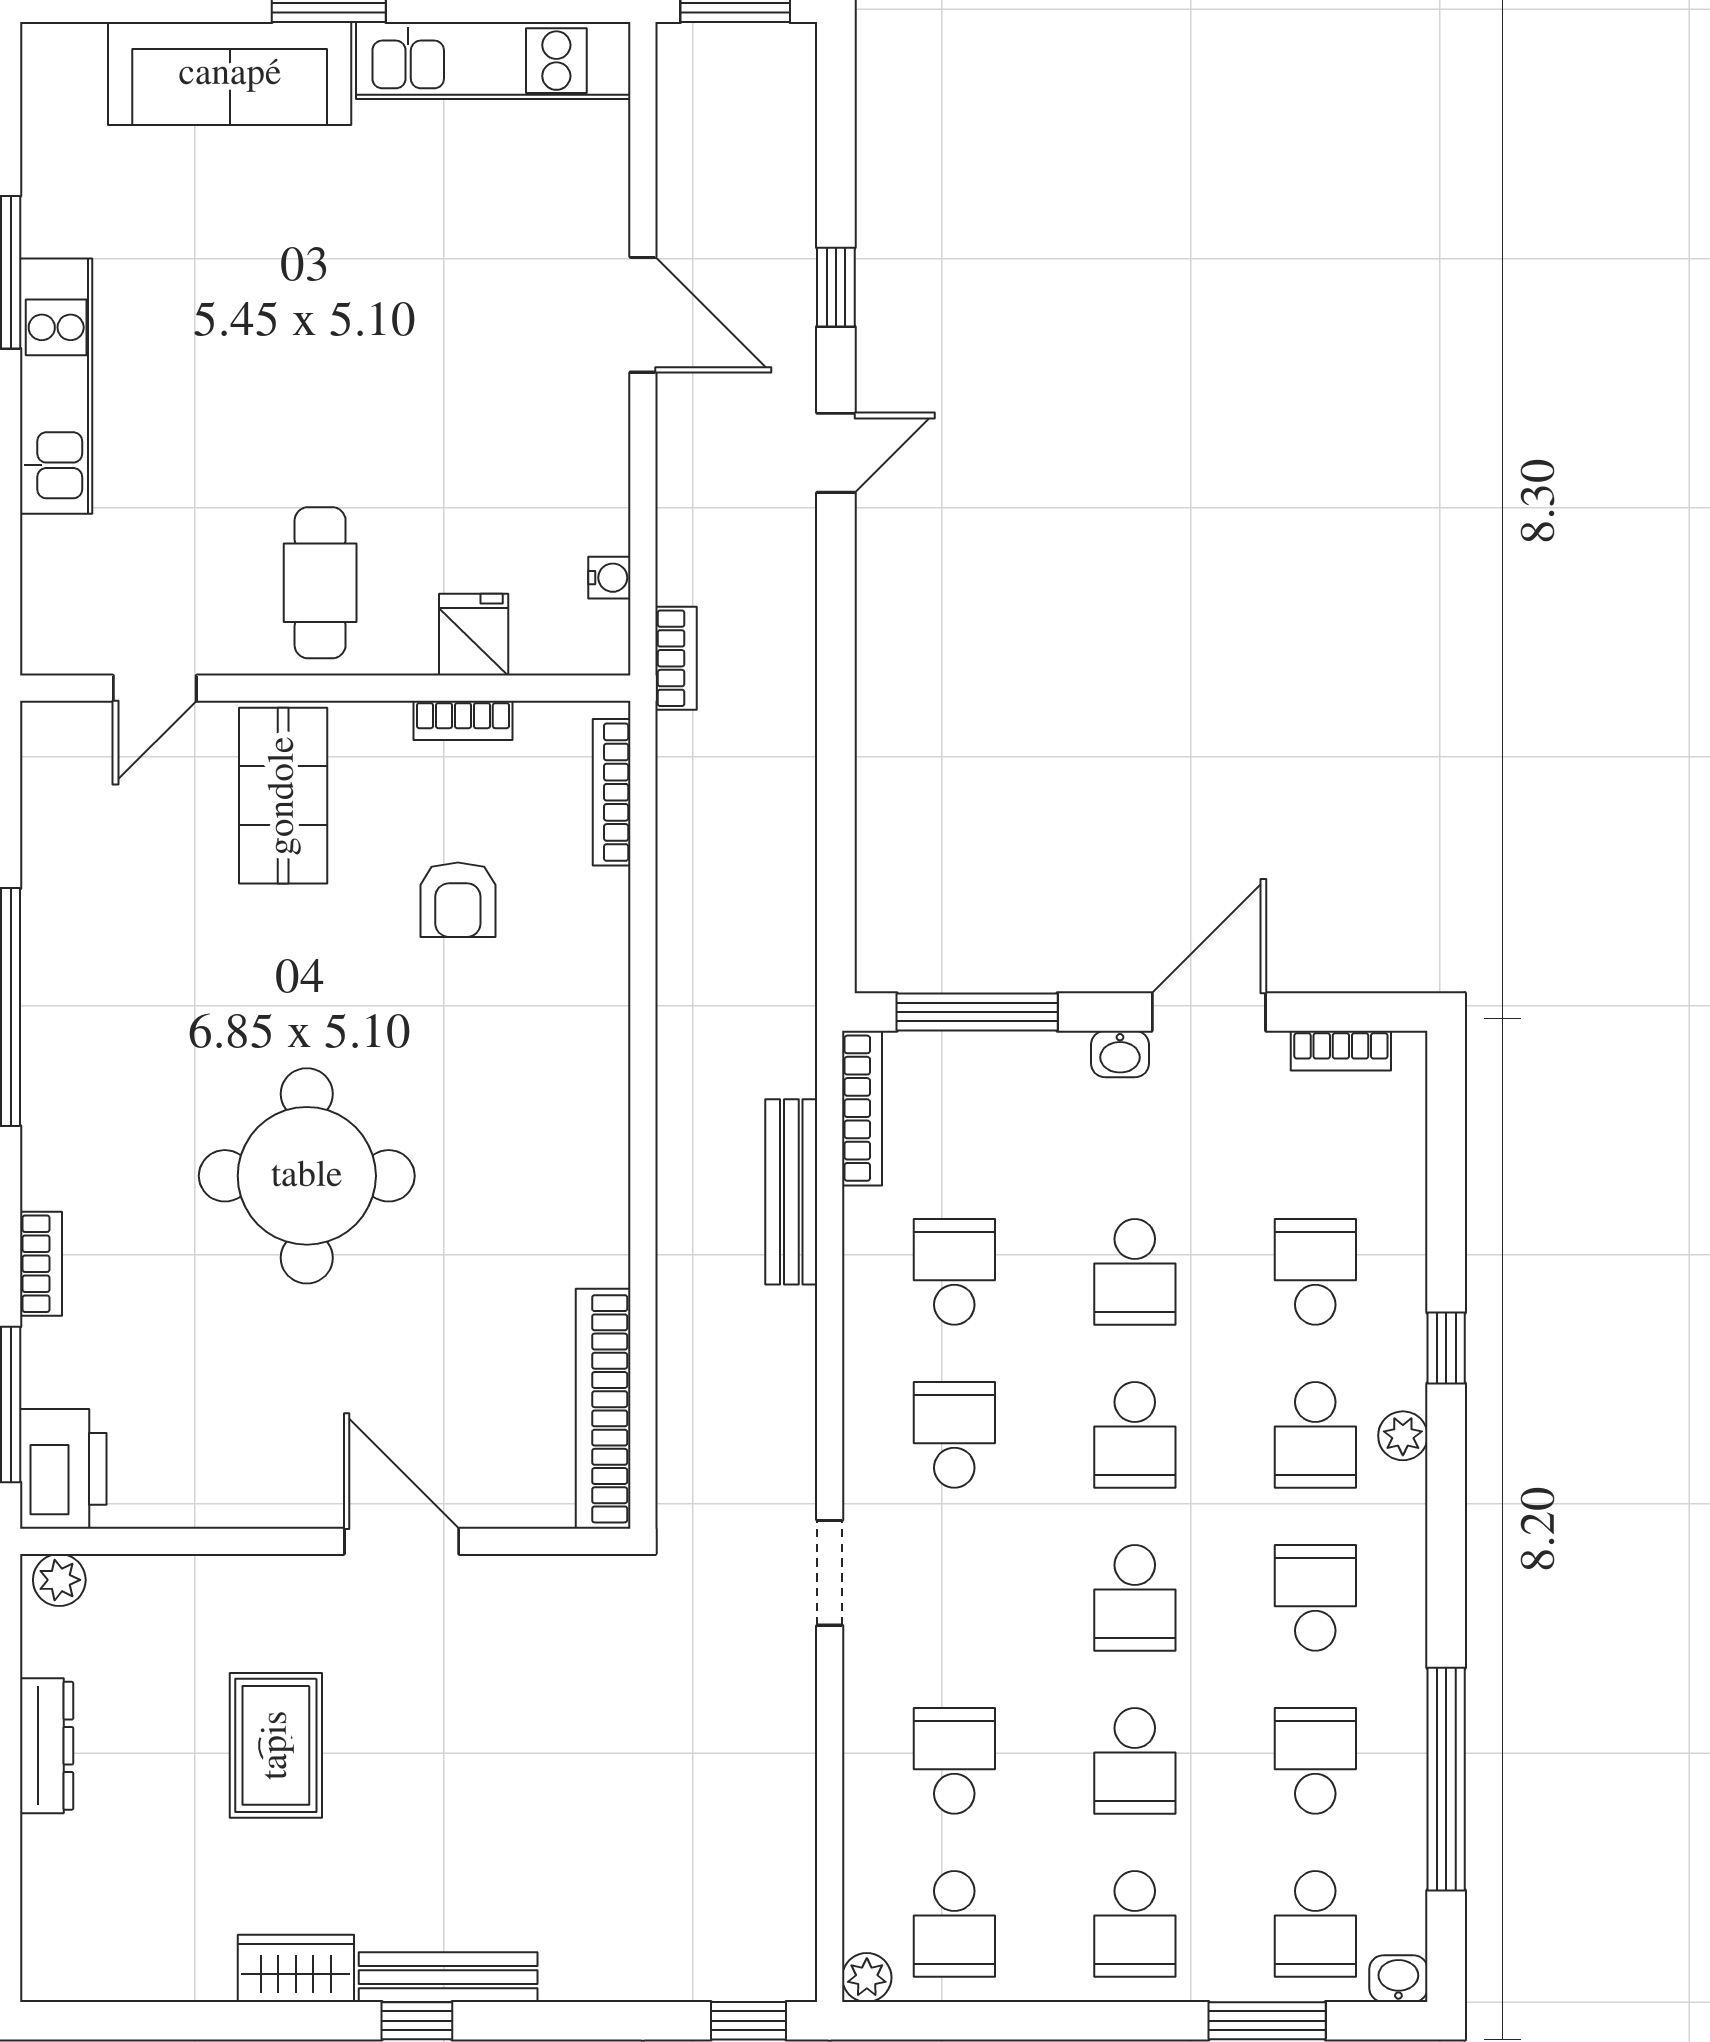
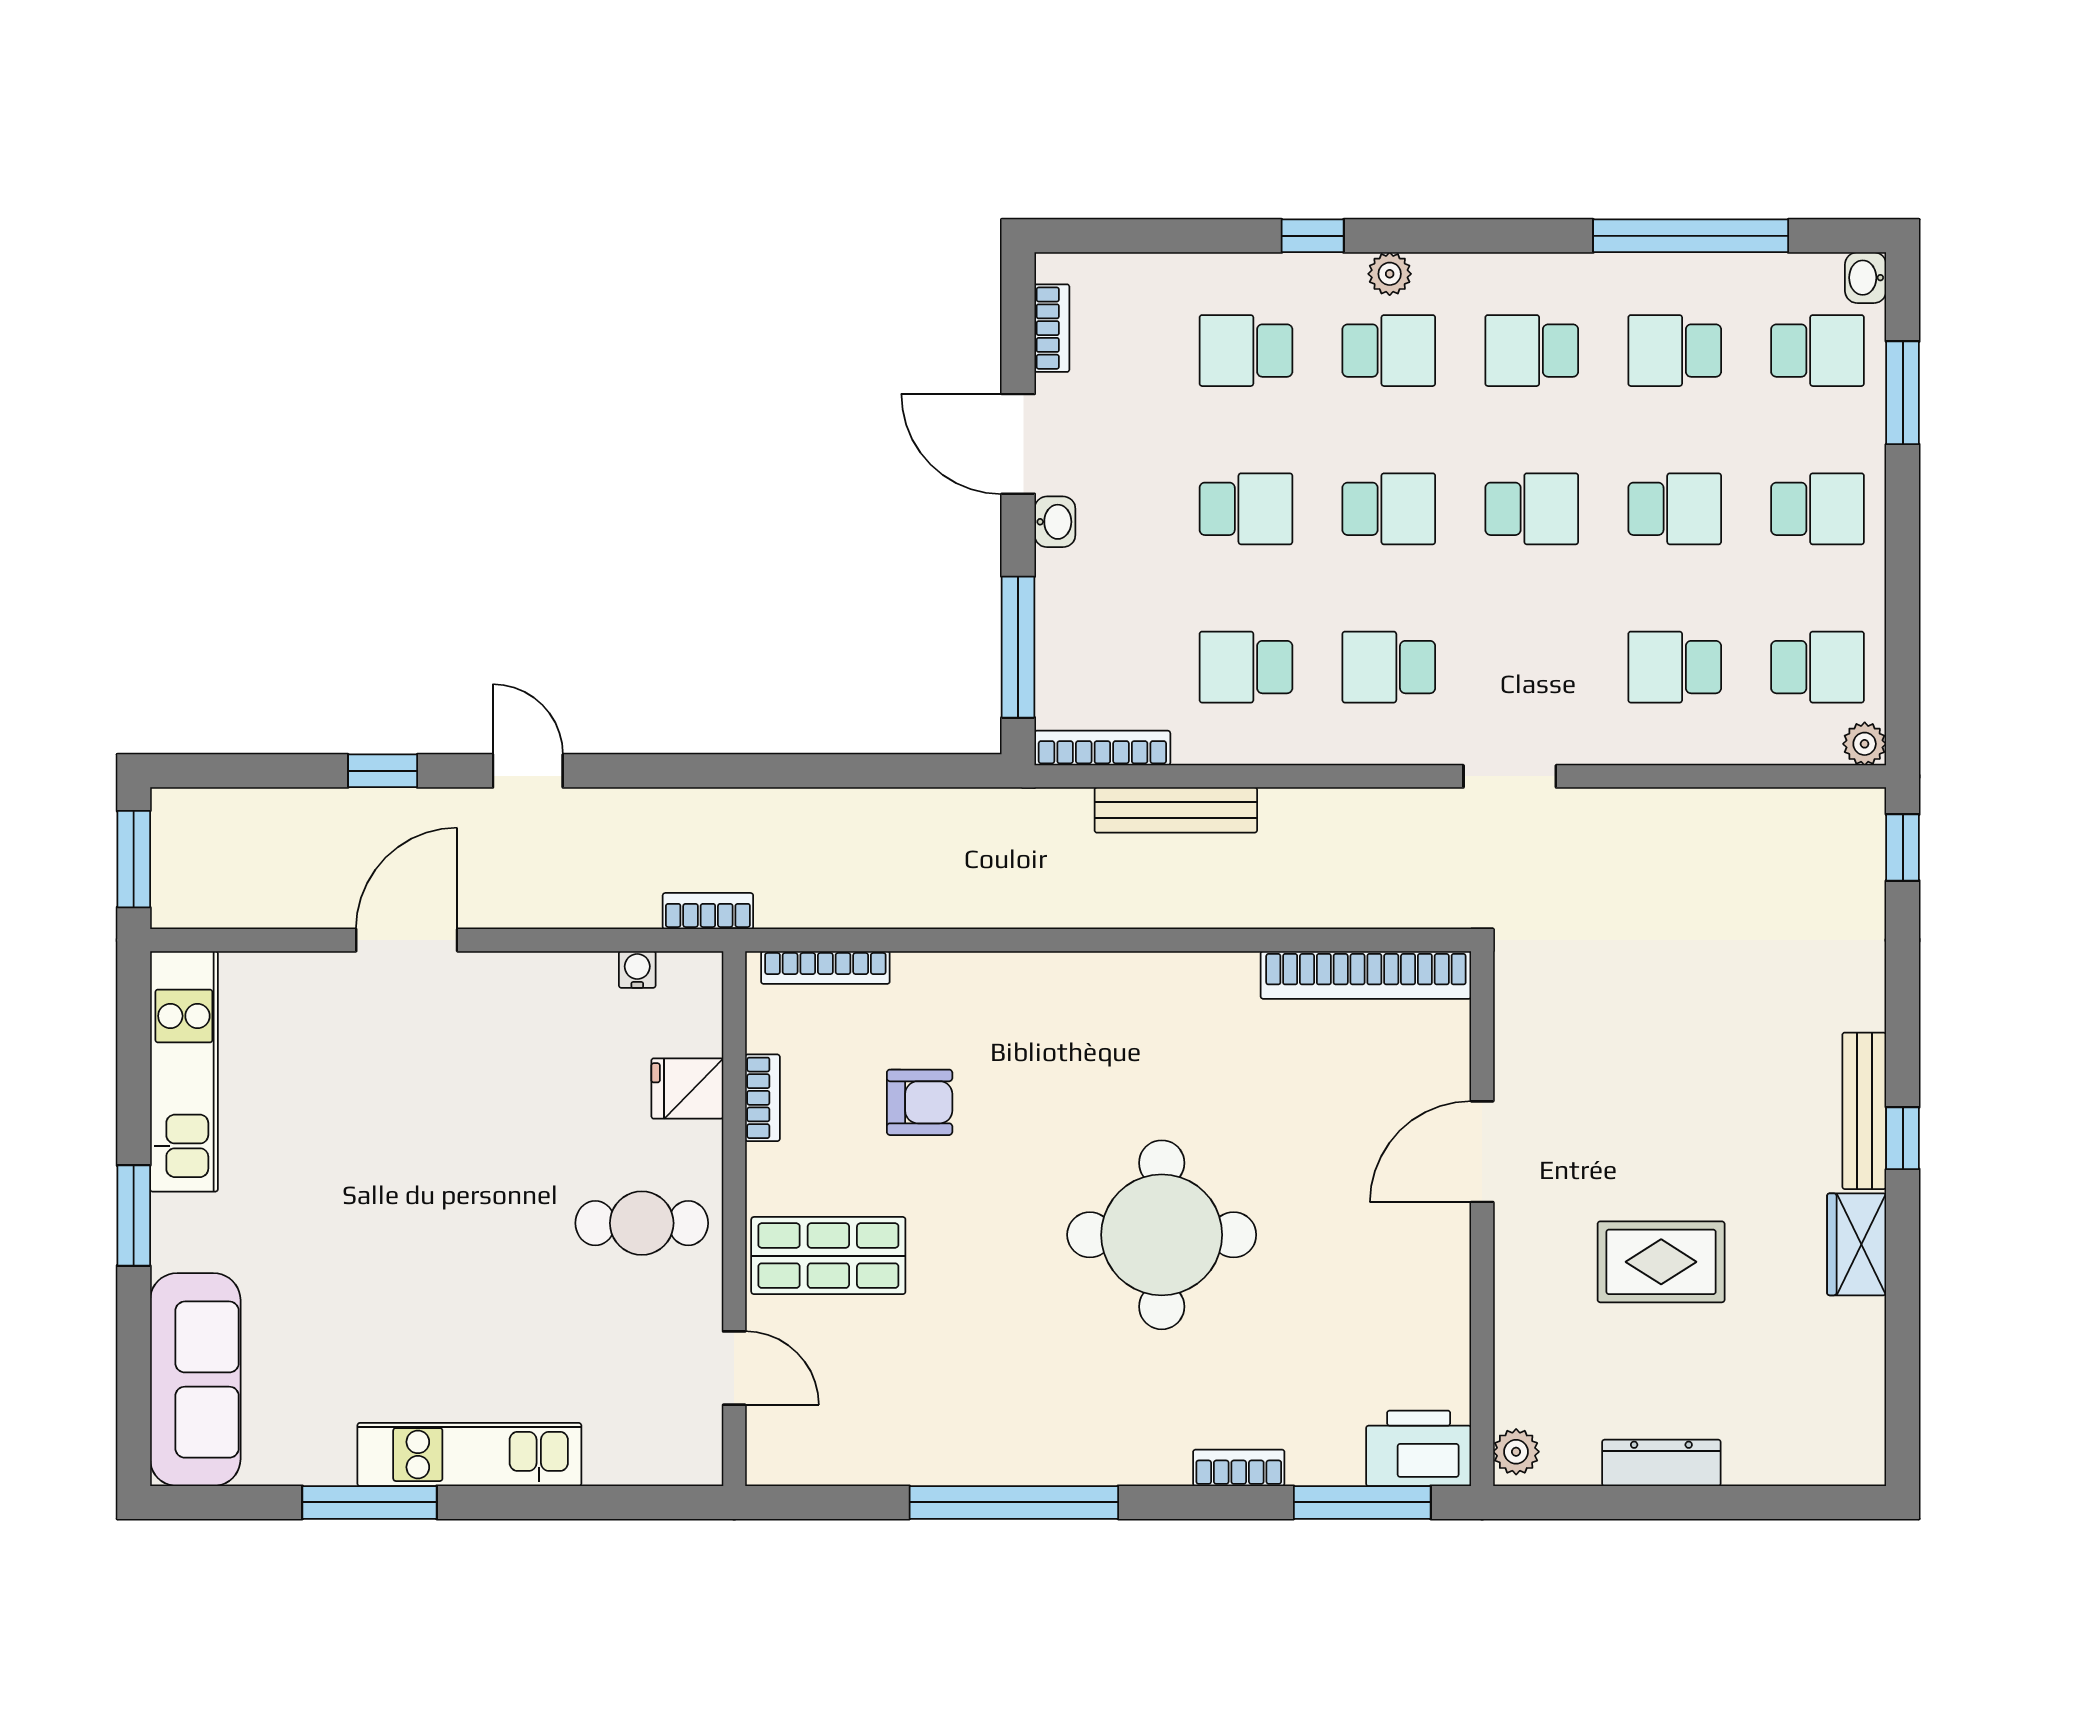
sofa: (230, 74) -> (195, 1380), moved

